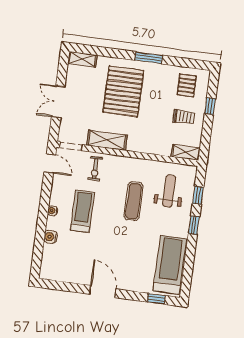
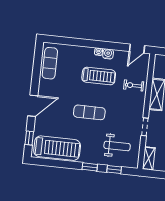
doorway: (71, 146) -> (145, 127), moved
exercise mat: (133, 201) -> (89, 112), moved
water cooler: (50, 237) -> (108, 54), moved
exercise mat: (65, 271) -> (50, 63), added
door: (103, 292) -> (33, 106), moved

